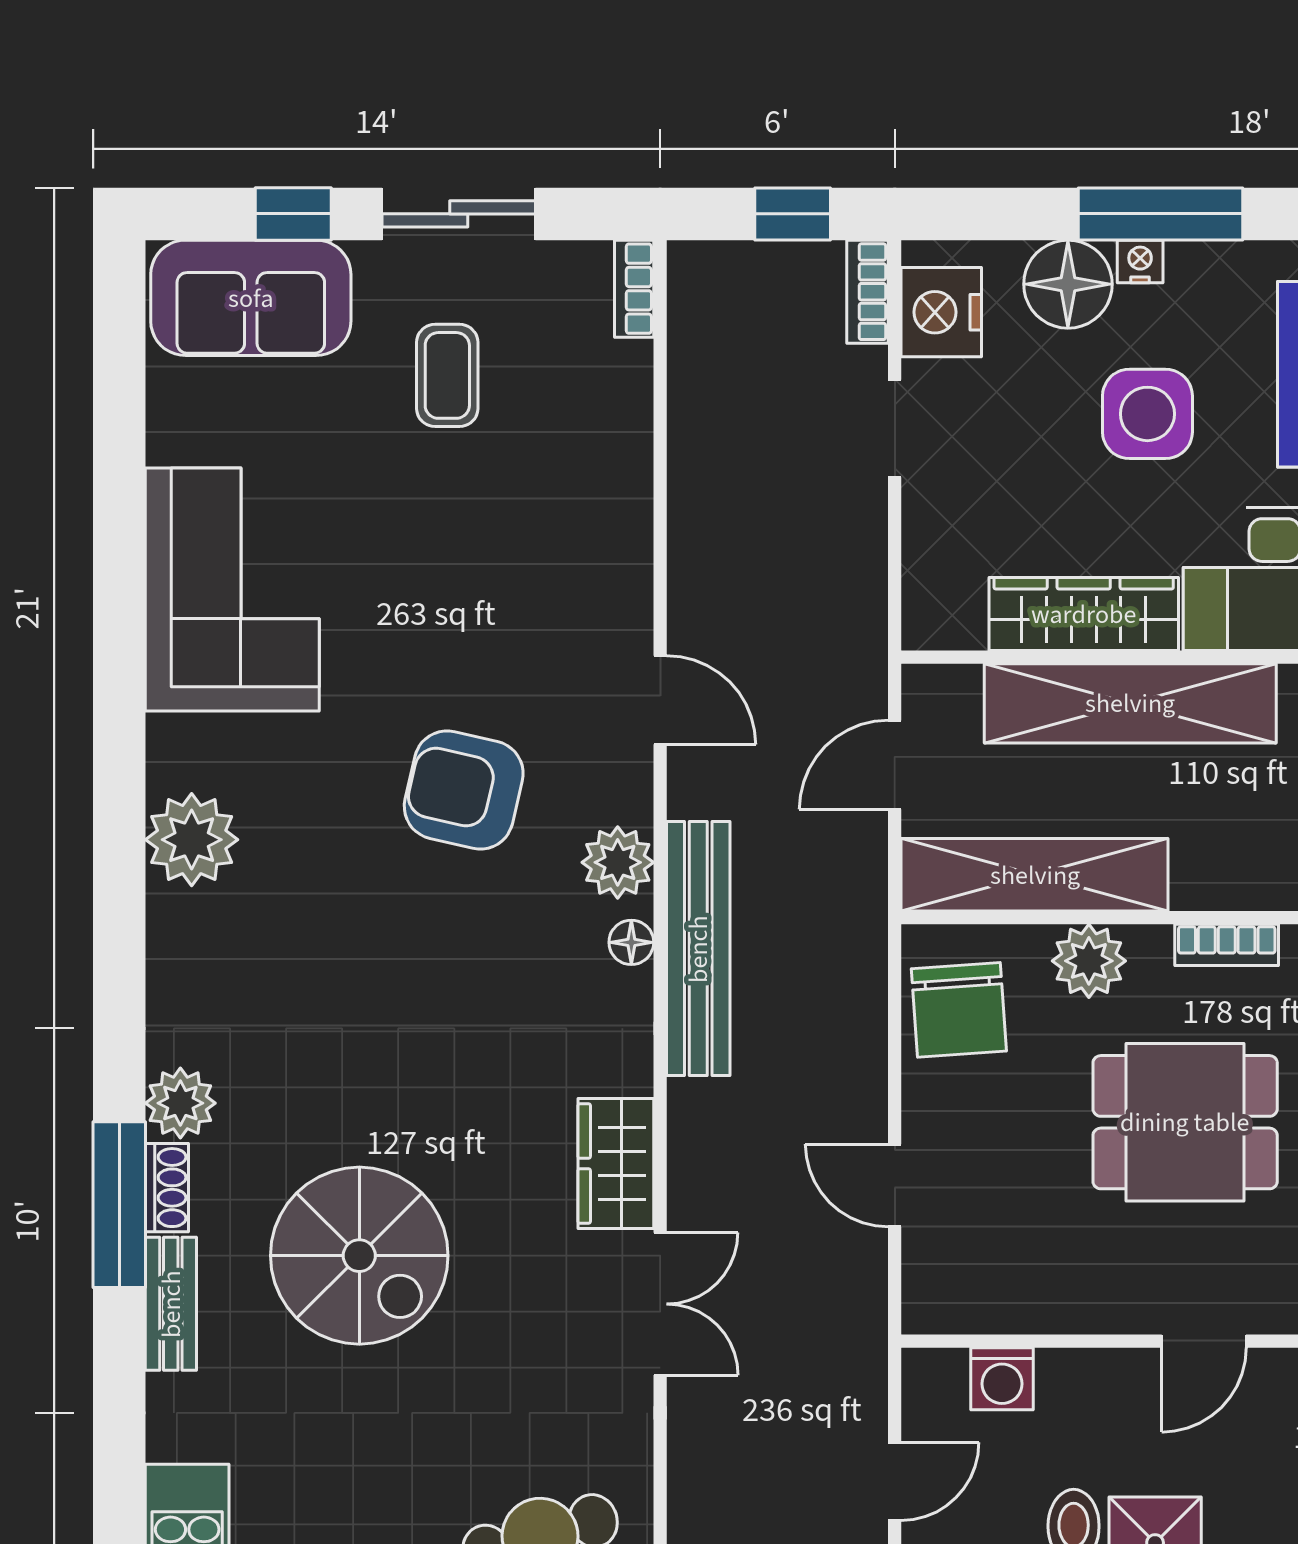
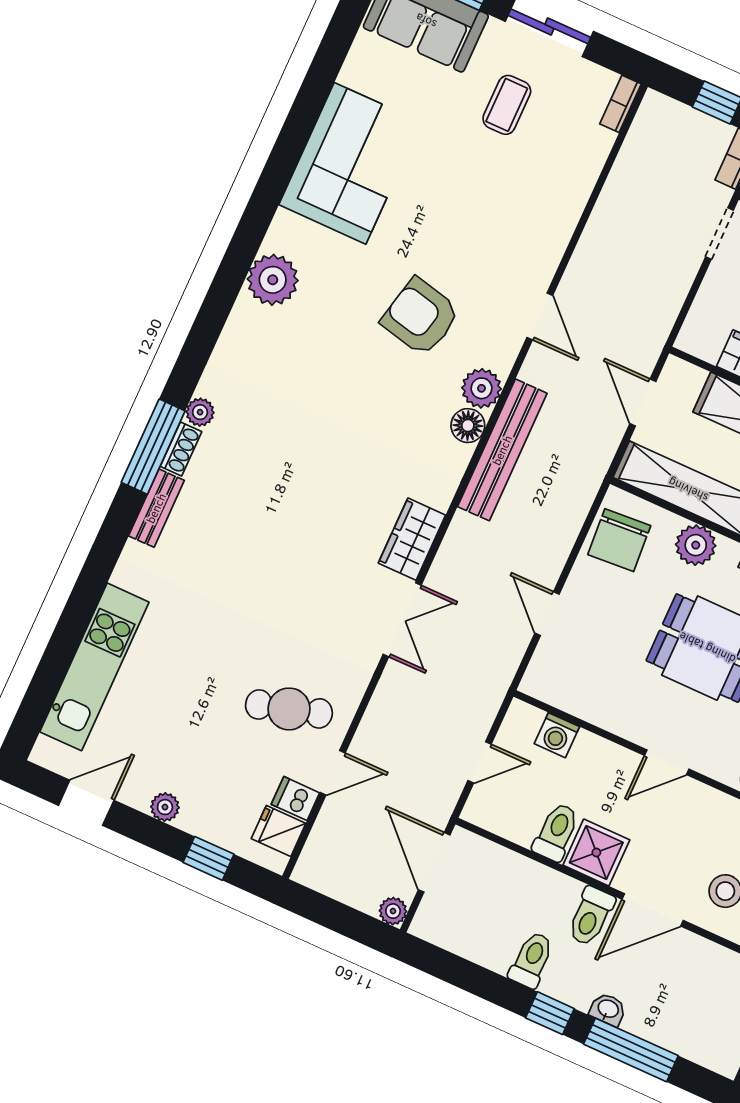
door: (895, 765) -> (643, 402), hinge flipped
floor lamp: (631, 942) -> (468, 426), width x1.37, depth x1.37
plant: (180, 1103) -> (200, 412), width x0.73, depth x0.73
spiral stairs: (359, 1256) -> (262, 527), removed

